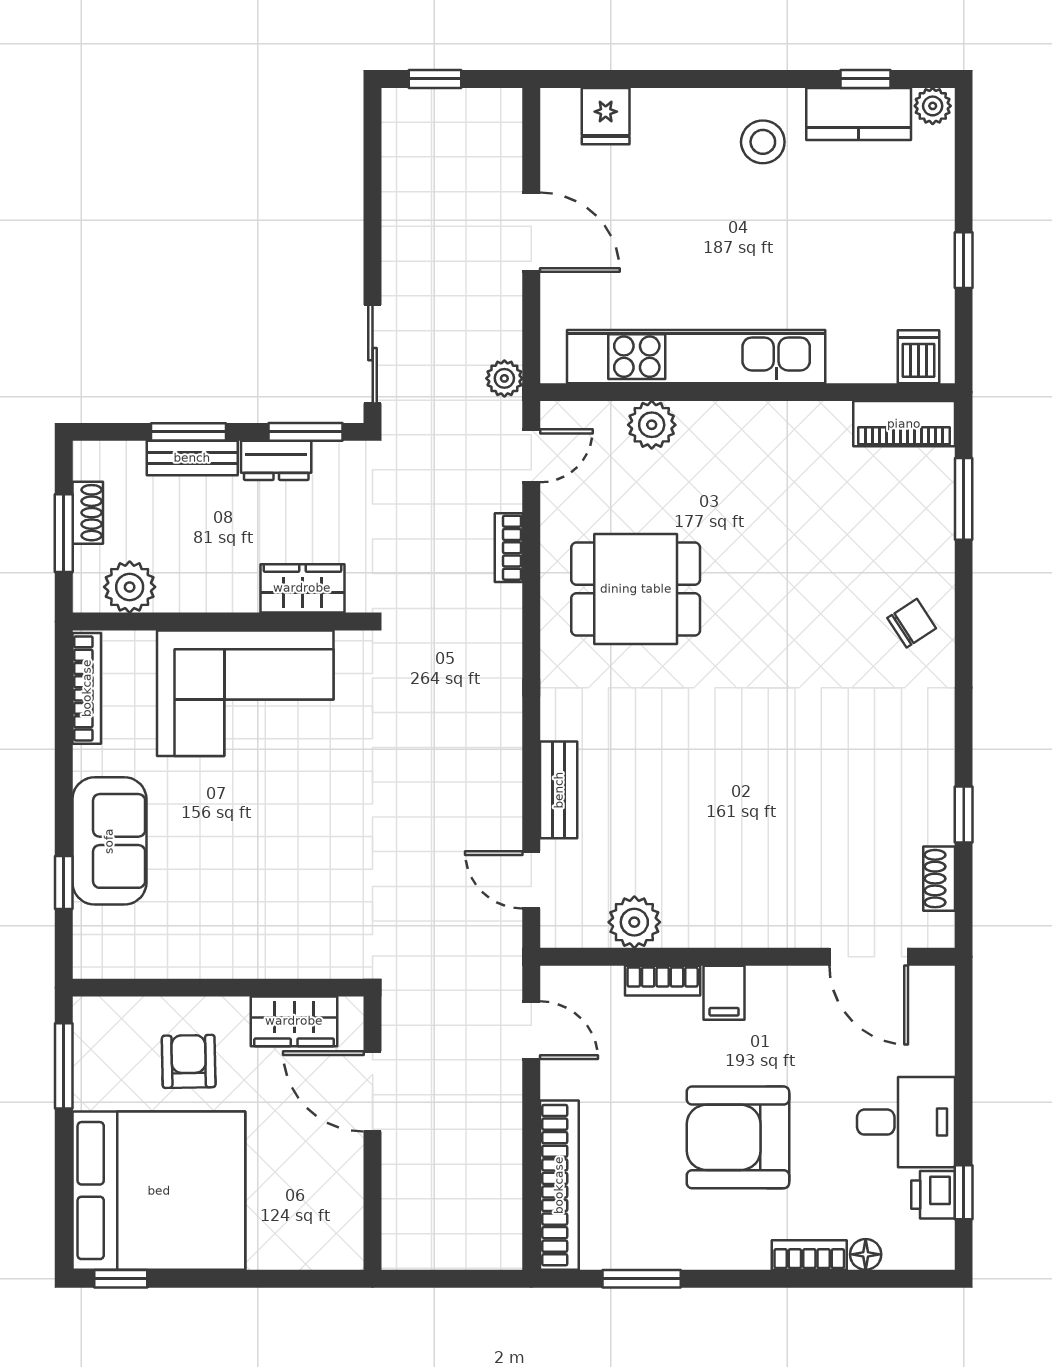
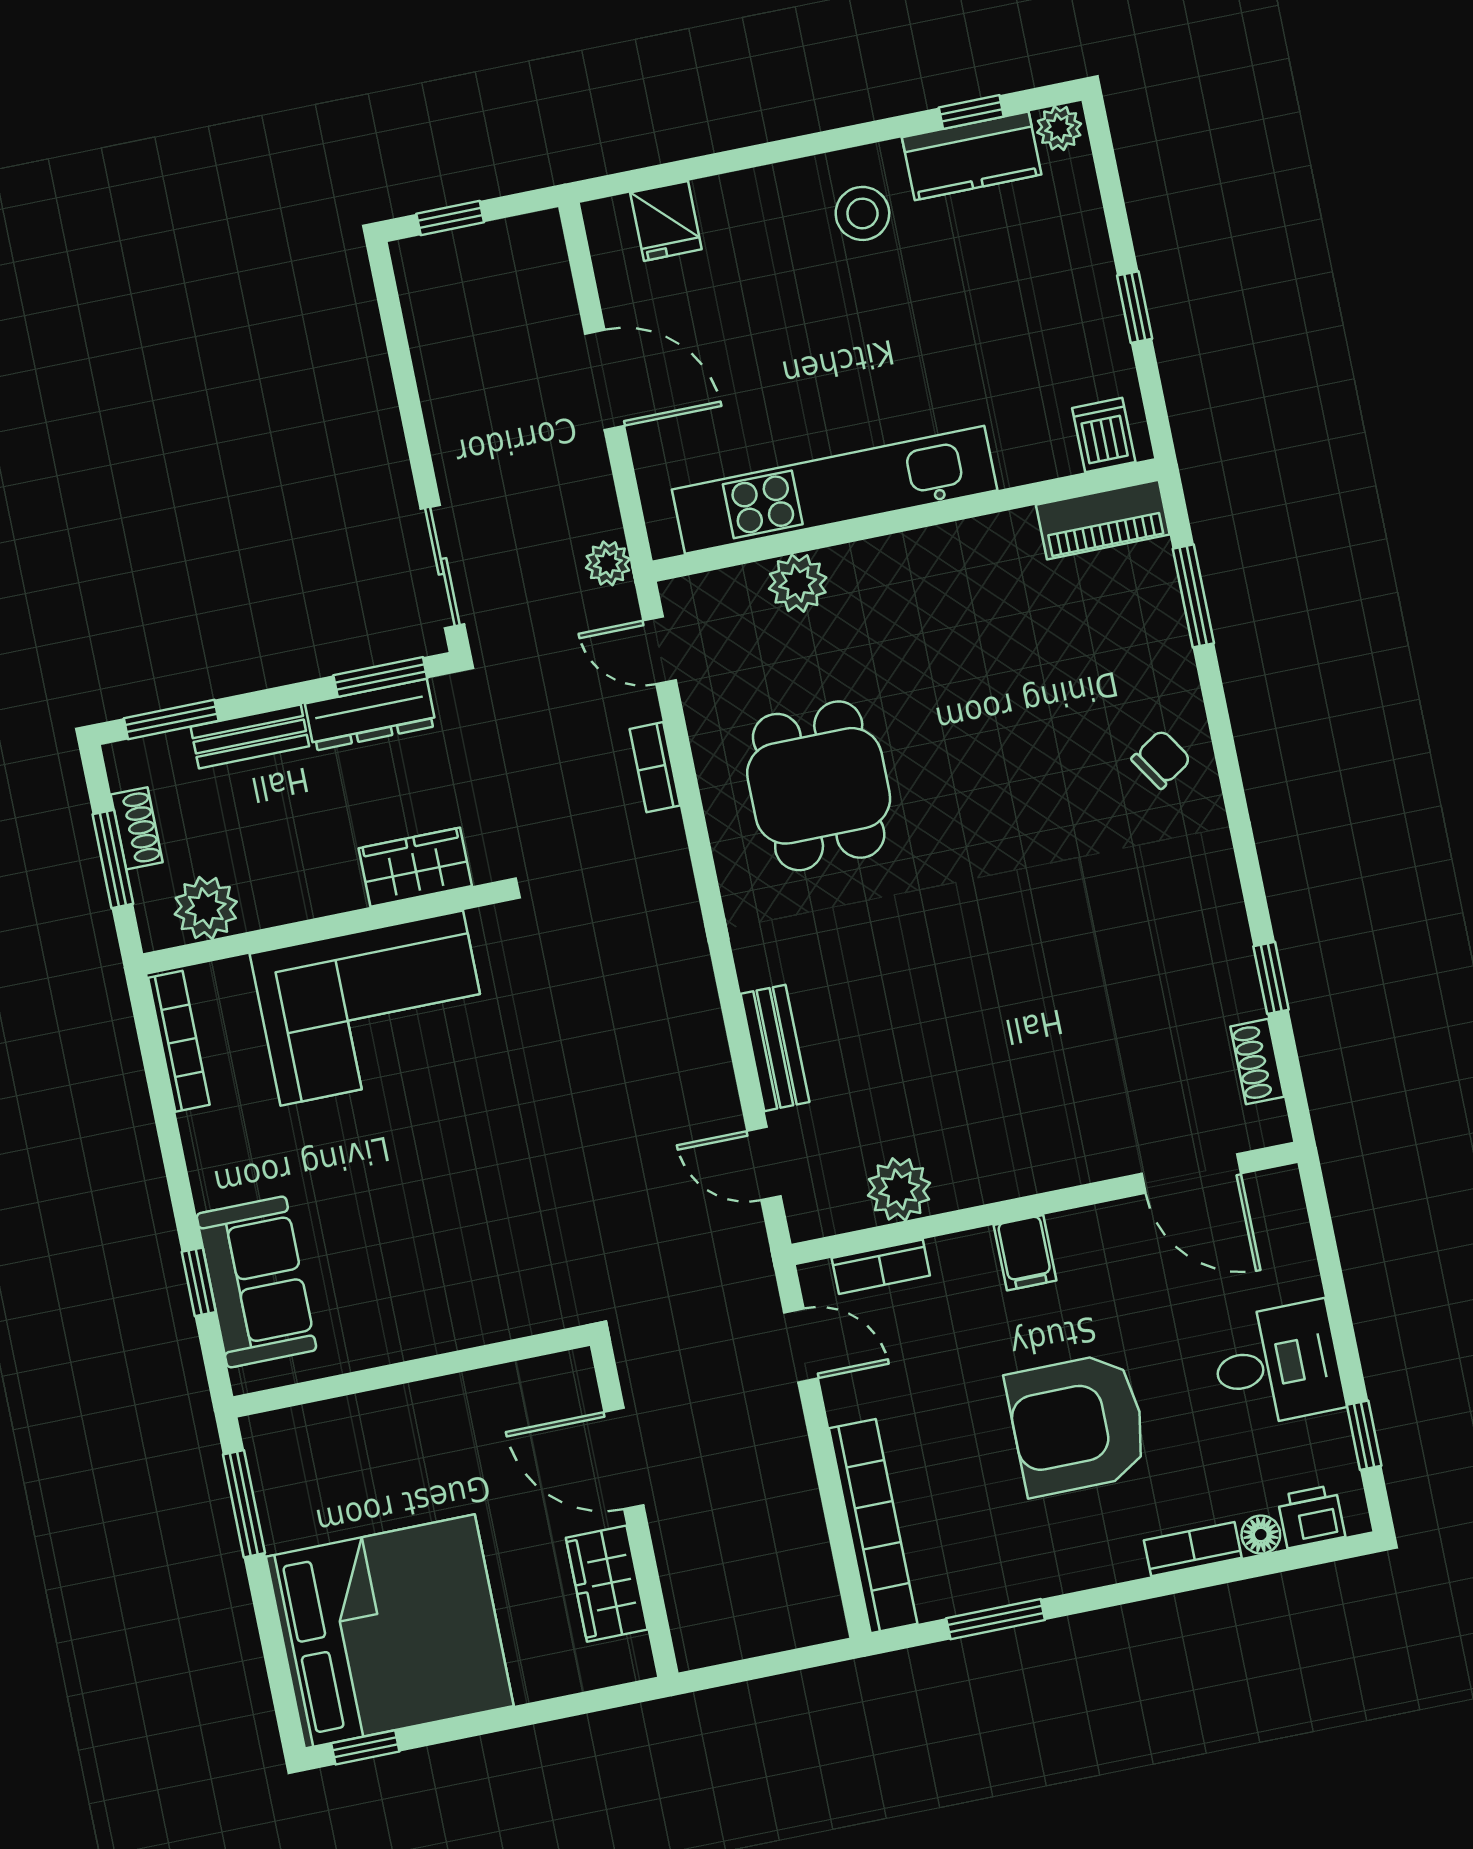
window: (189, 432) -> (171, 719), moved
door: (531, 456) -> (660, 650), swing flipped
dresser: (276, 460) -> (371, 715), width x1.44
dining table: (636, 589) -> (819, 786), turned 90
sofa: (109, 841) -> (256, 1282), moved
bookcase: (663, 981) -> (881, 1267), moved
wardrobe: (294, 1021) -> (607, 1584), moved, turned 90
armchair: (189, 1061) -> (394, 1468), removed
printer: (933, 1195) -> (1311, 1516), moved, turned 90

